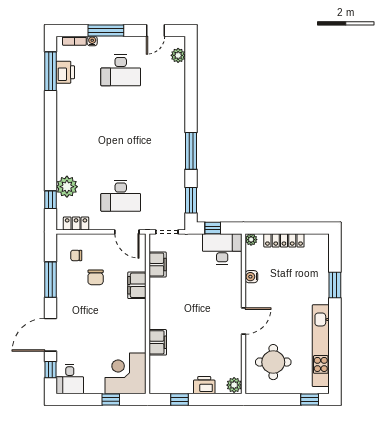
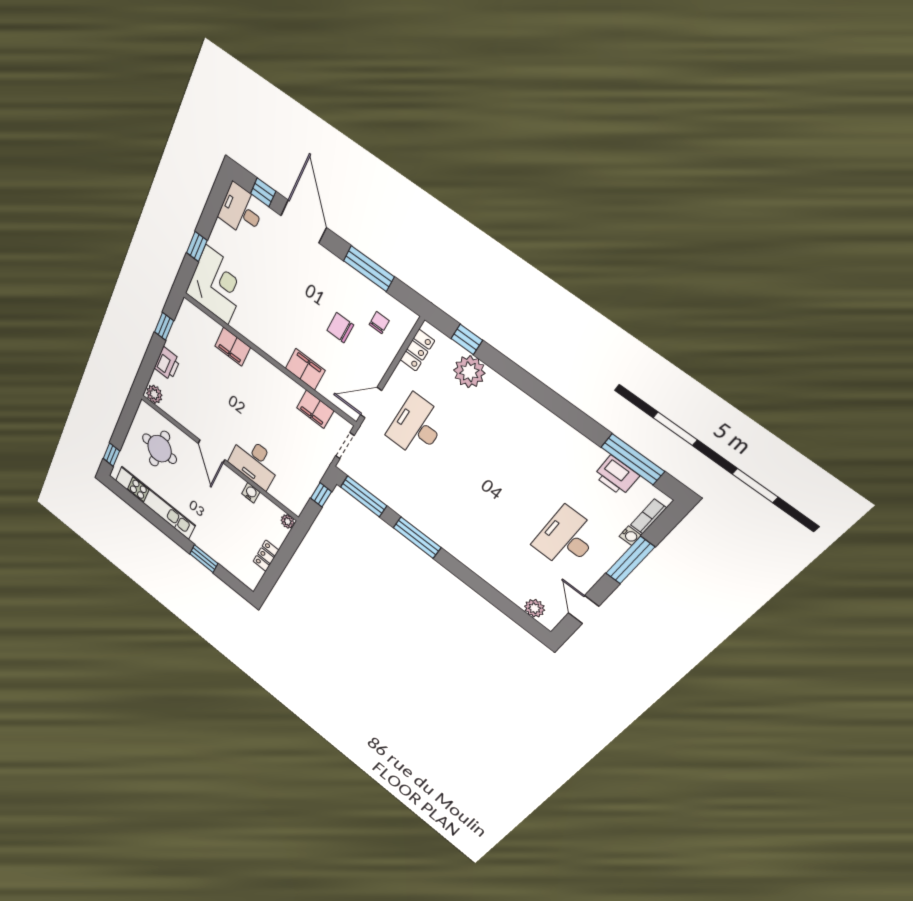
window: (191, 200) -> (363, 496), width x1.44
locker: (284, 240) -> (266, 556), width x0.66
desk: (222, 249) -> (254, 462), moved, turned 90

